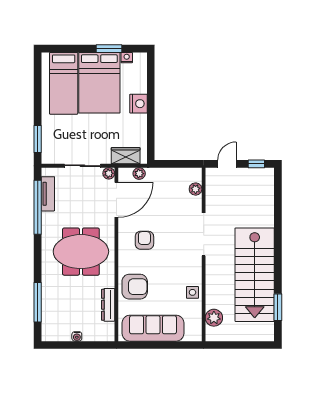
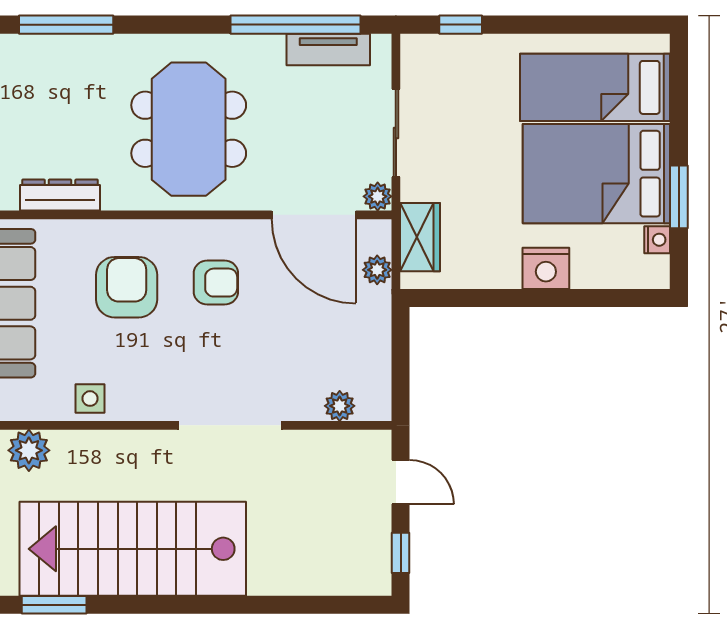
window: (38, 139) -> (461, 25), width x0.67
armchair: (135, 287) -> (127, 287), moved, turned 180

